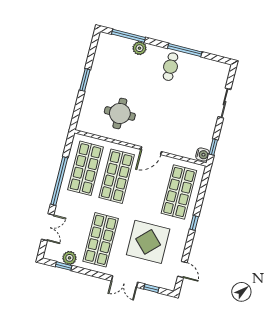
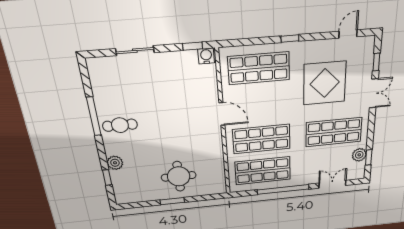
window: (129, 36) -> (107, 177), width x0.46
round table: (120, 113) -> (179, 176), moved

